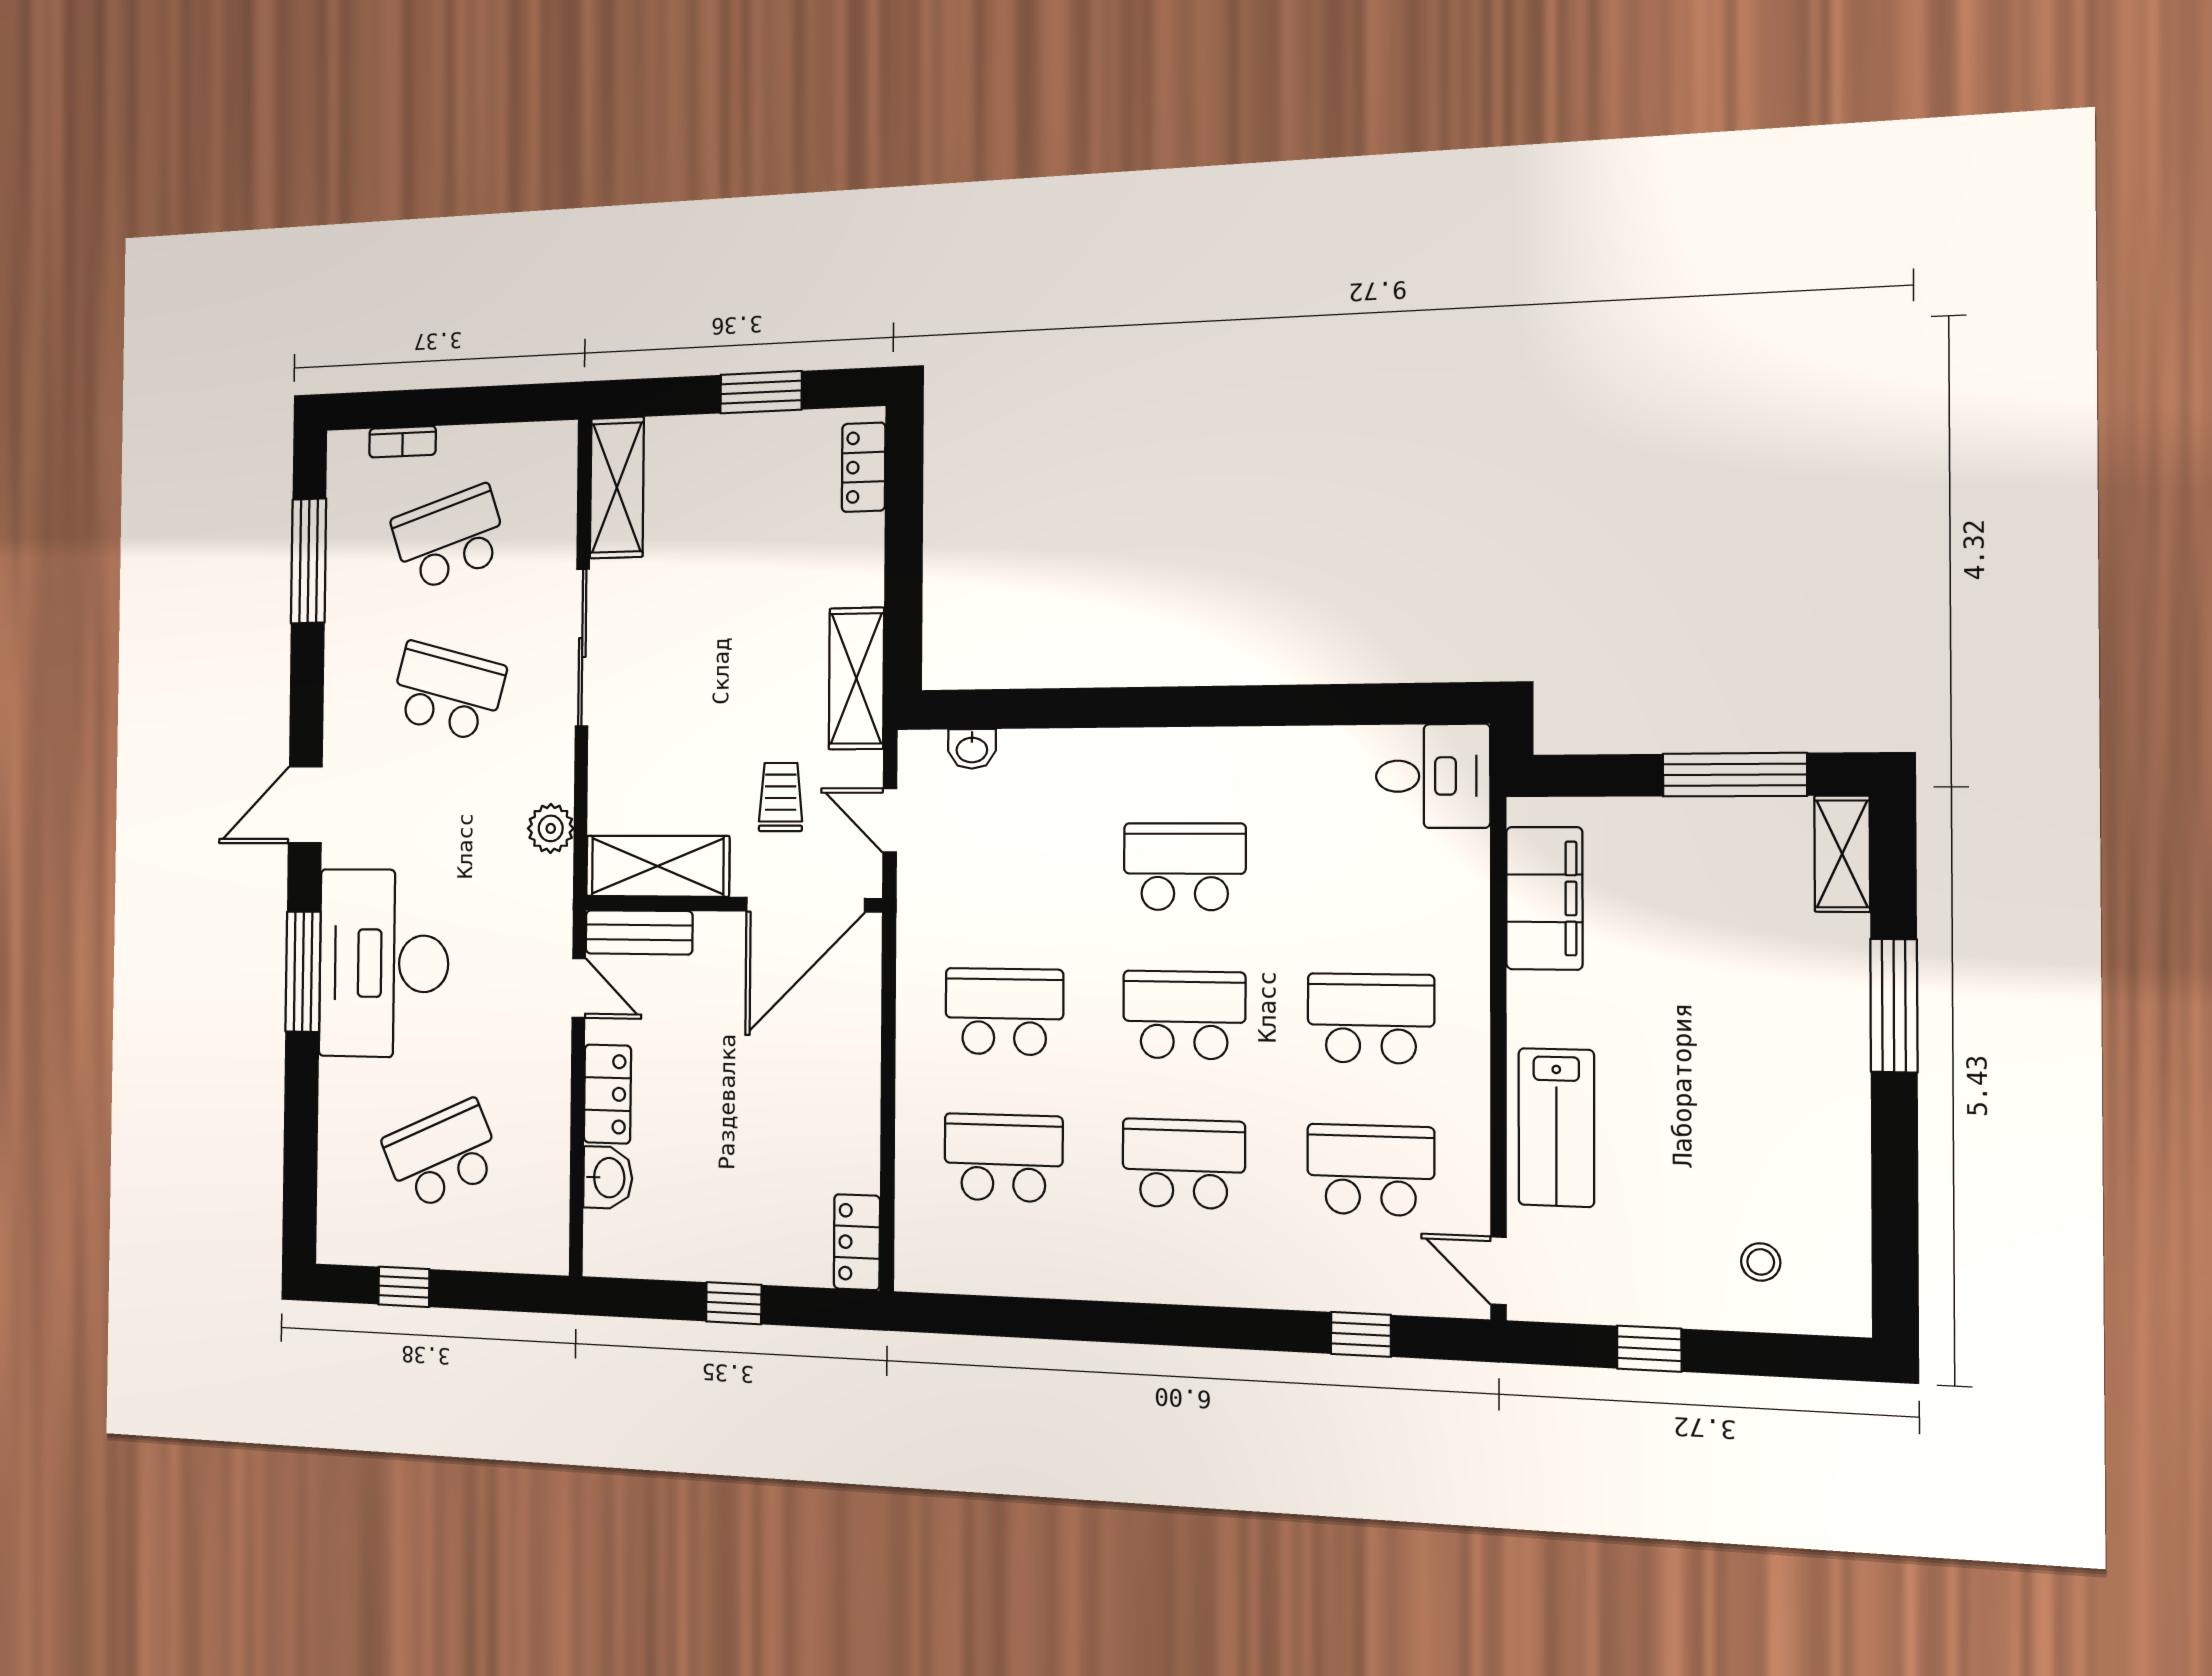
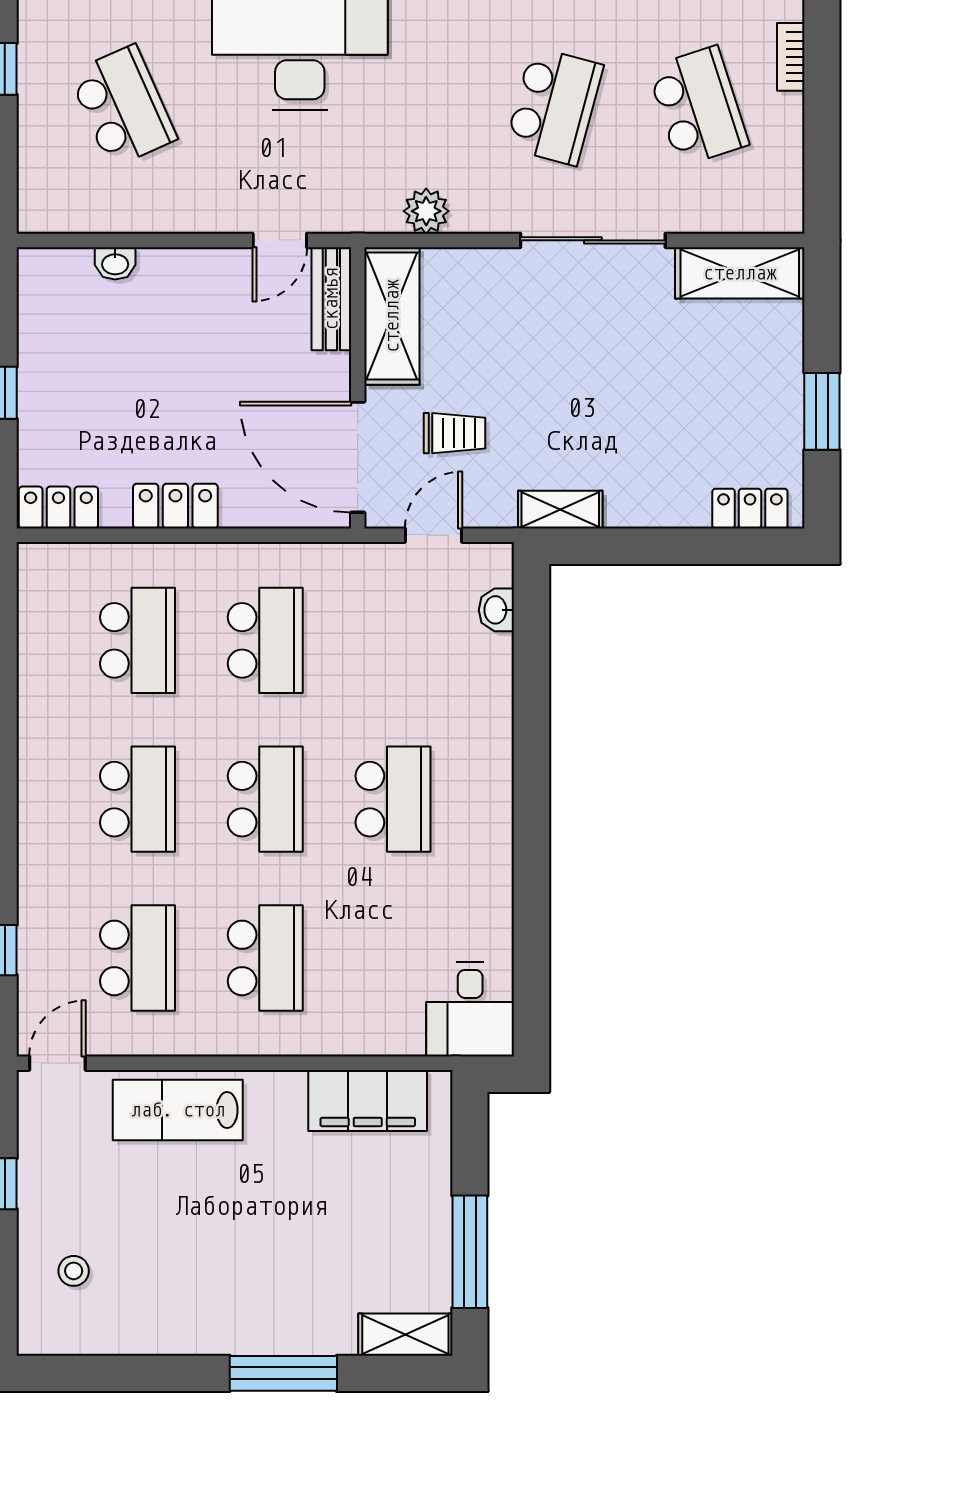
shelving: (856, 679) -> (560, 510), width x0.67, depth x0.75
locker: (607, 1094) -> (175, 506), moved, turned 180
washbasin: (608, 1178) -> (115, 263), width x0.72, depth x0.69

